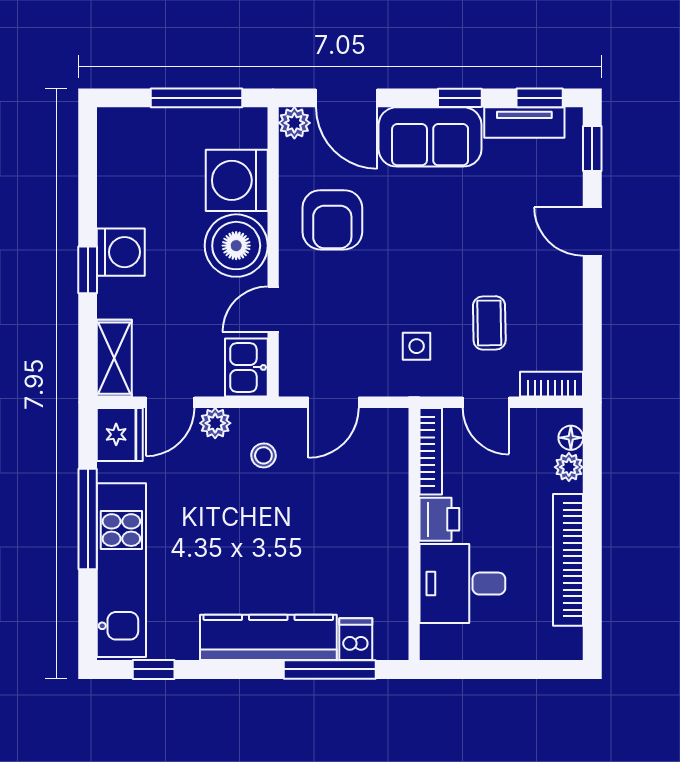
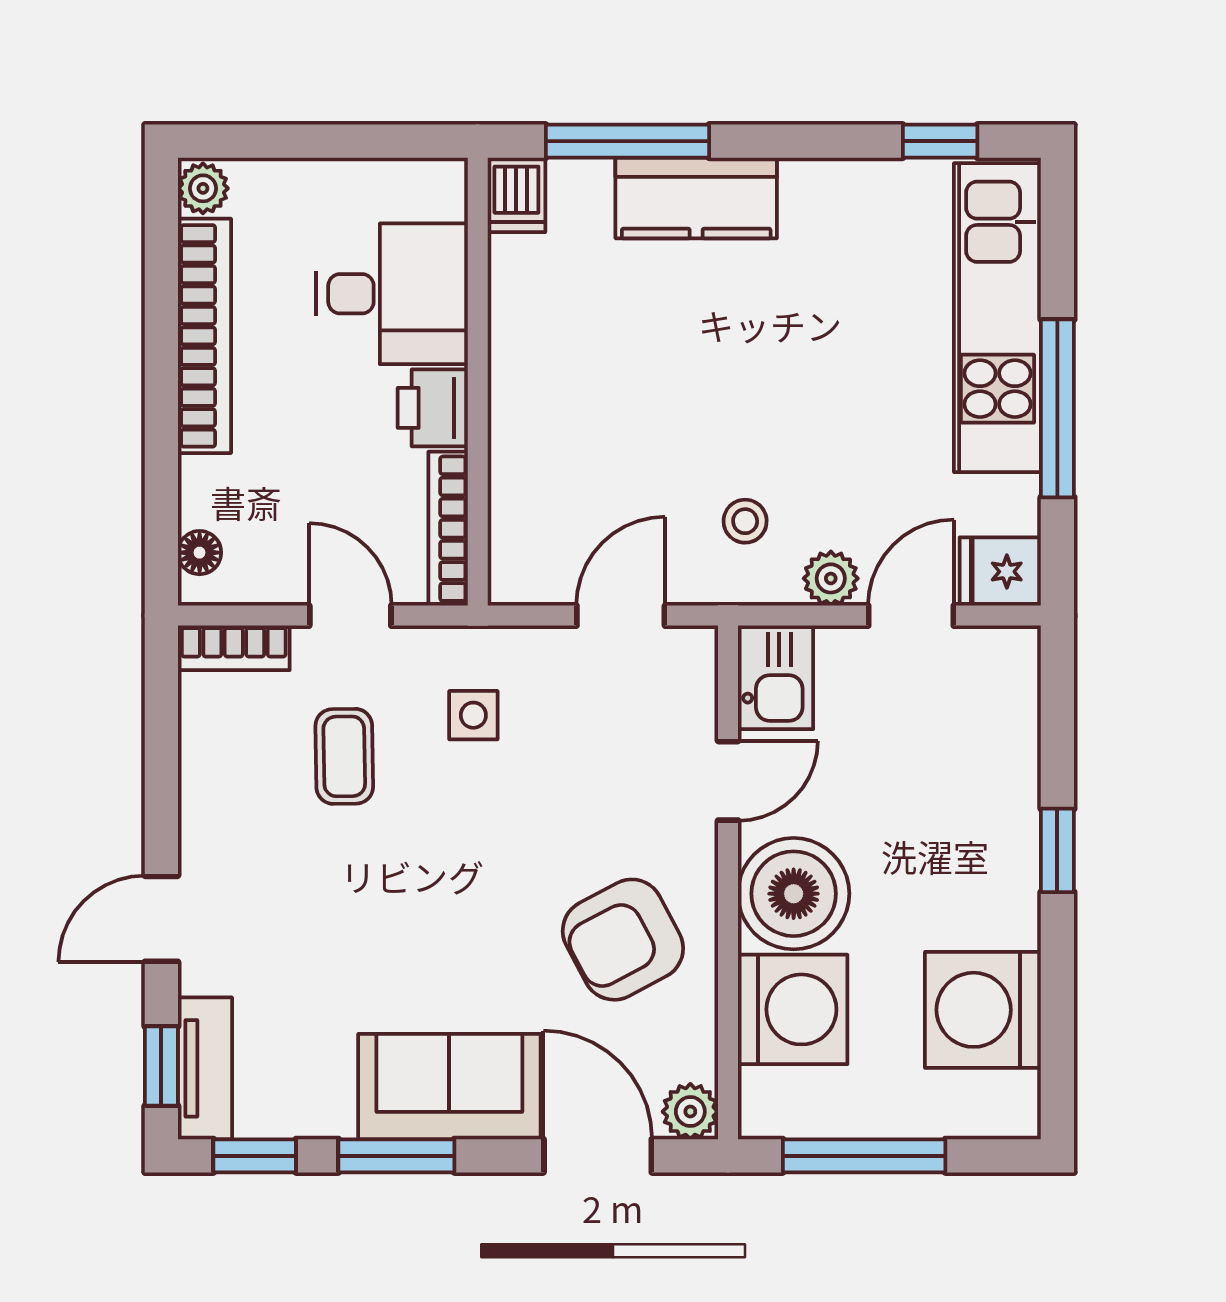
window: (460, 98) -> (396, 1156), width x1.50
tv unit: (524, 123) -> (205, 1068), moved, turned 90
armchair: (332, 220) -> (623, 940), turned -118
door: (592, 231) -> (161, 919), swing flipped
washing machine: (121, 252) -> (983, 1010), moved, width x1.37, depth x1.37
shelving: (114, 358) -> (1010, 694), removed
fridge: (120, 434) -> (1000, 572), width x0.72
plant: (569, 467) -> (203, 188), moved
kitchen counter: (268, 637) -> (696, 198), width x0.67
dishwasher: (356, 639) -> (516, 195), moved

